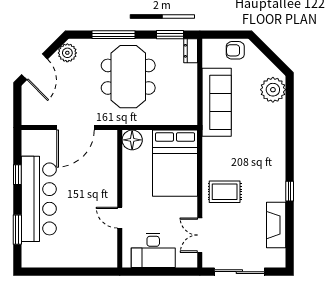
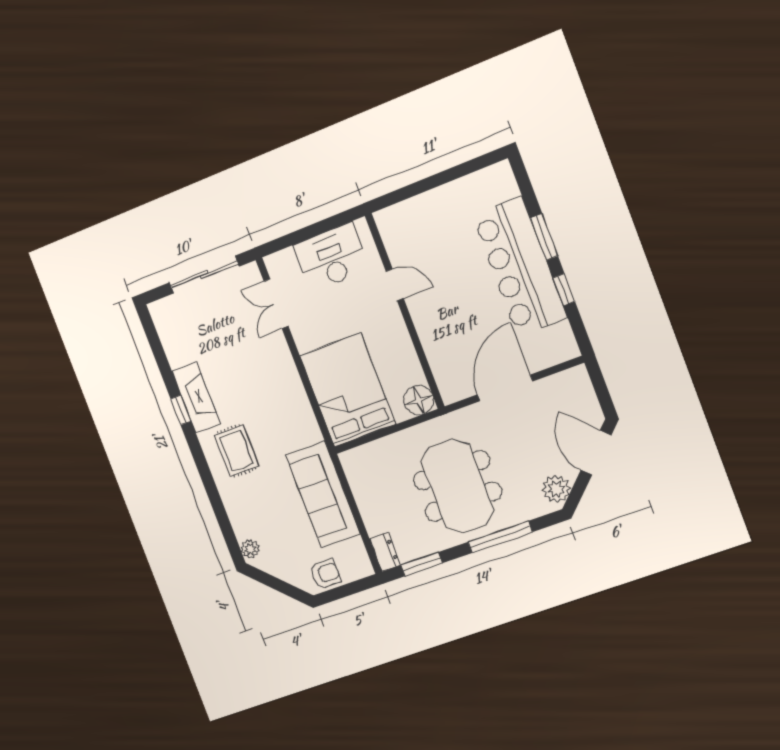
plant: (273, 90) -> (250, 549), width x0.53, depth x0.53
rug: (225, 192) -> (237, 450), moved, turned 90
fireplace: (276, 225) -> (196, 397), moved
window: (17, 230) -> (544, 237), moved
double door: (200, 235) -> (276, 304), swing flipped

